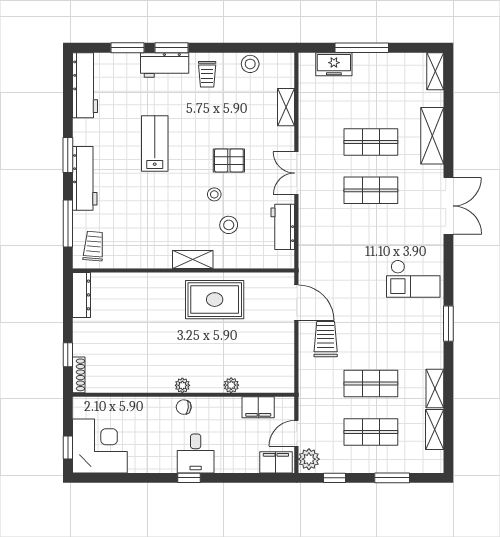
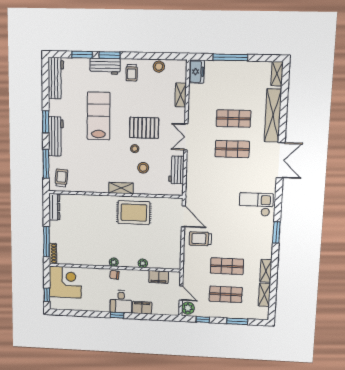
freezer: (334, 64) -> (197, 72), moved, turned -90
shelving: (432, 136) -> (273, 116), width x1.47
lab bench: (155, 144) -> (99, 116), width x1.36, depth x1.39
pallet: (229, 160) -> (144, 128), width x1.50, depth x1.42
checkout: (413, 279) -> (256, 204), turned 180
trolley: (326, 339) -> (200, 239), turned -90
window: (68, 355) -> (46, 242), width x2.17
door: (296, 433) -> (181, 293), swing flipped
corner desk: (100, 446) -> (65, 282), moved
filing cabinet: (276, 462) -> (142, 308), moved

